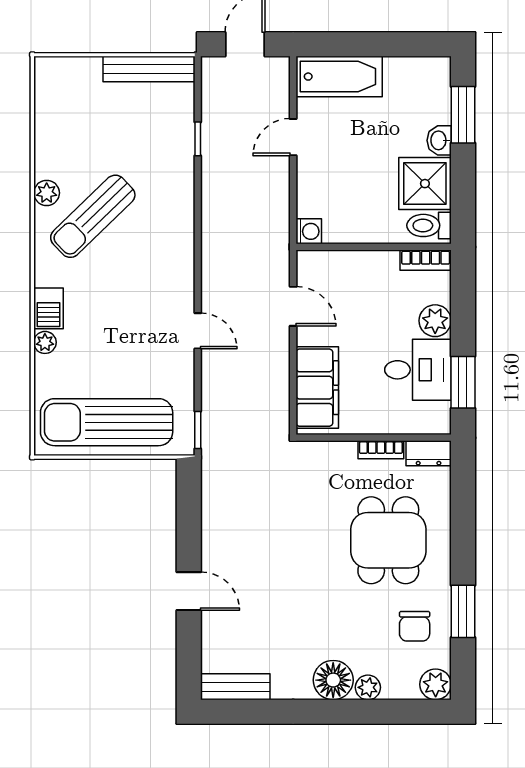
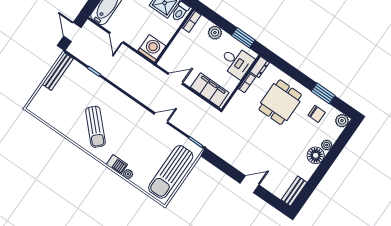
plant: (47, 193) -> (76, 137), removed
washing machine: (309, 231) -> (152, 48), width x1.89, depth x1.89
desk: (418, 370) -> (237, 62), moved, turned 90
dining table: (388, 540) -> (280, 102), turned 90

